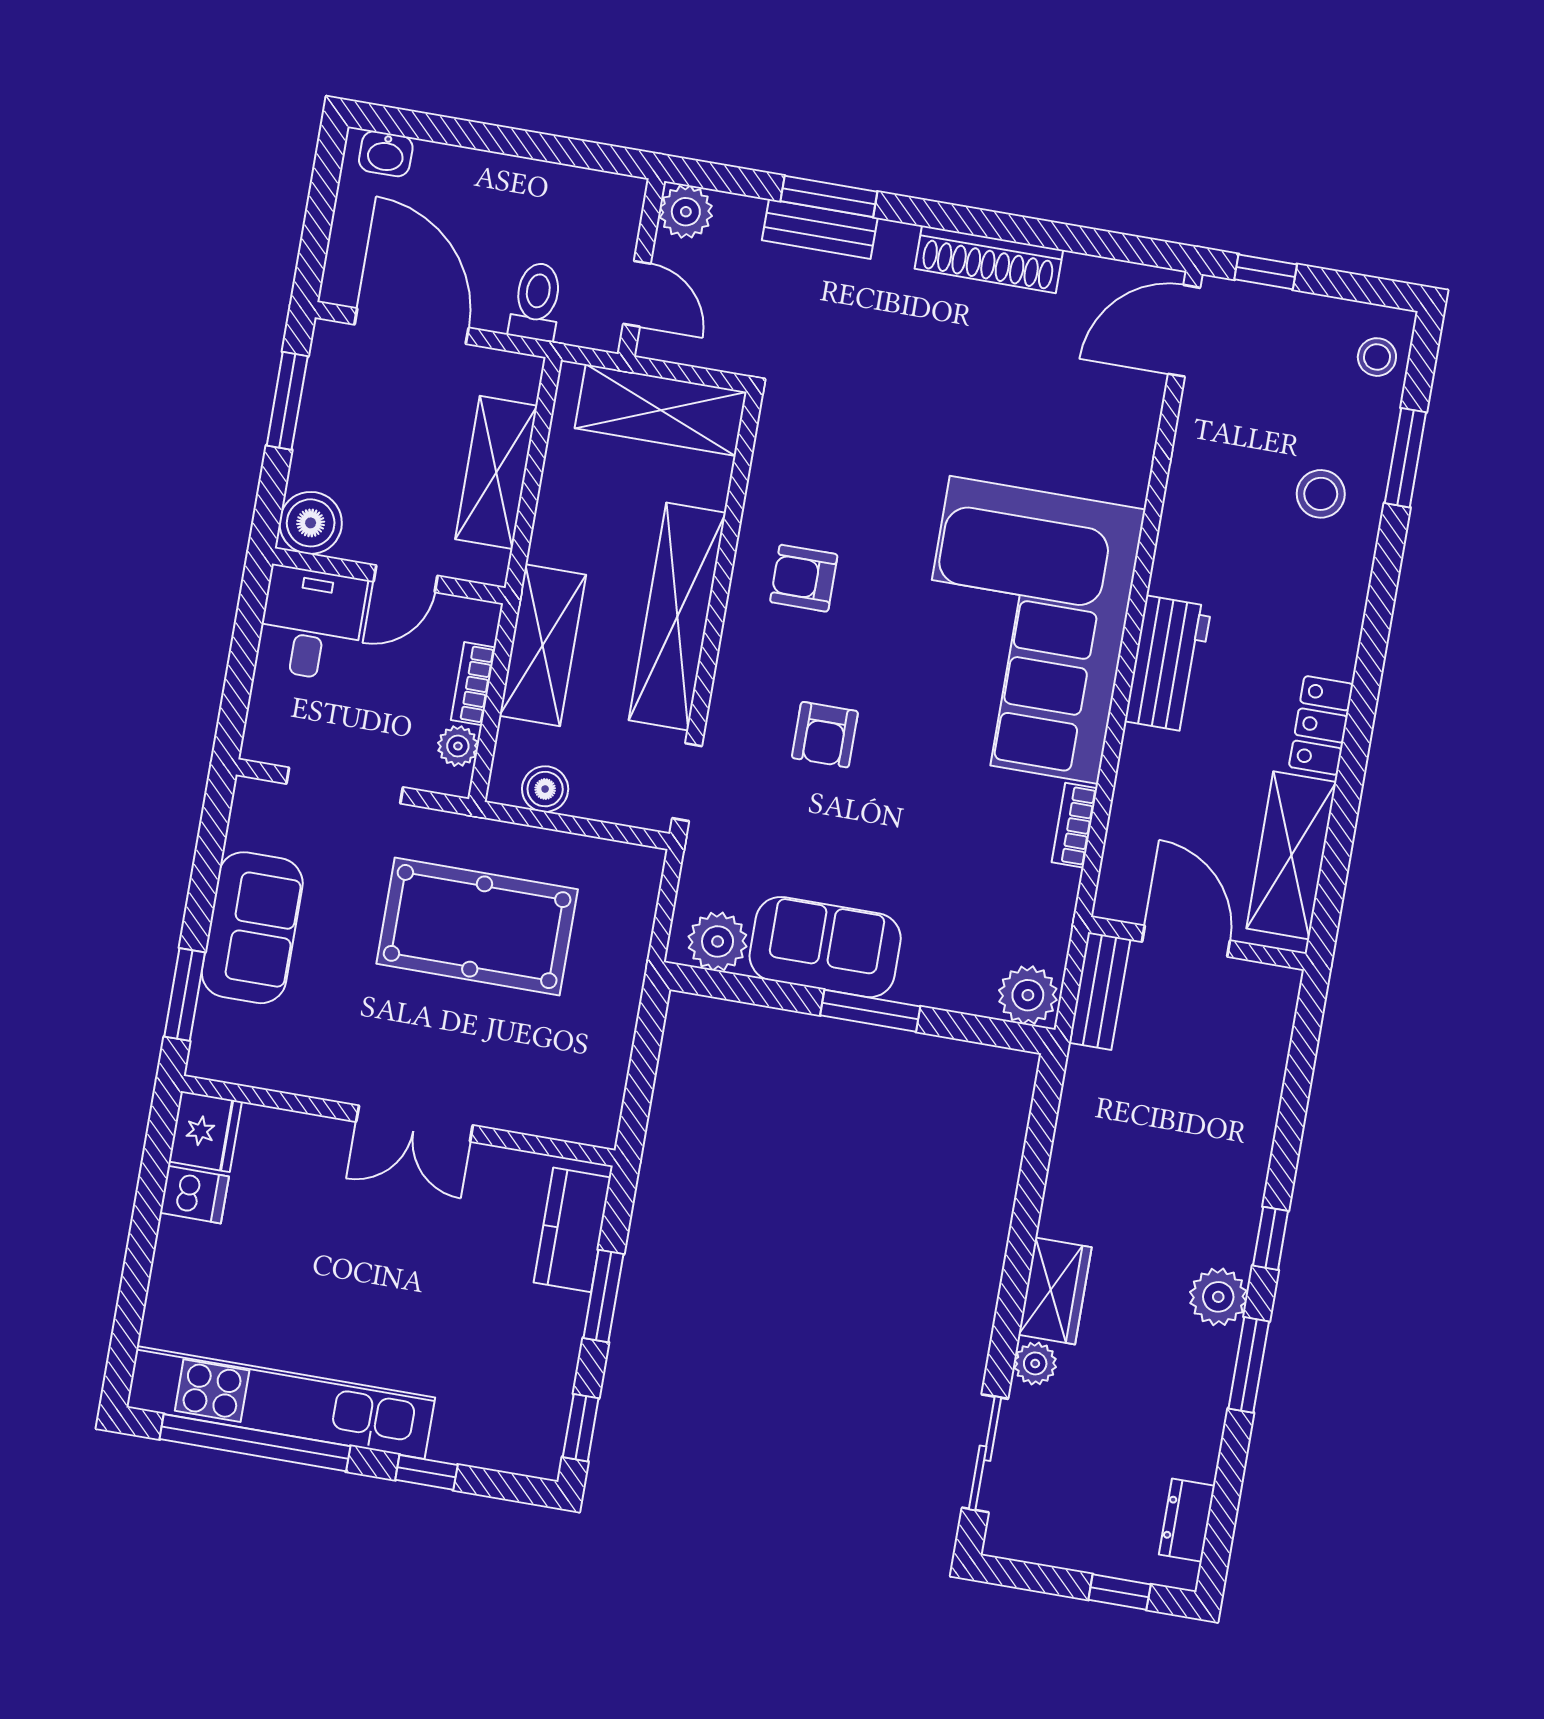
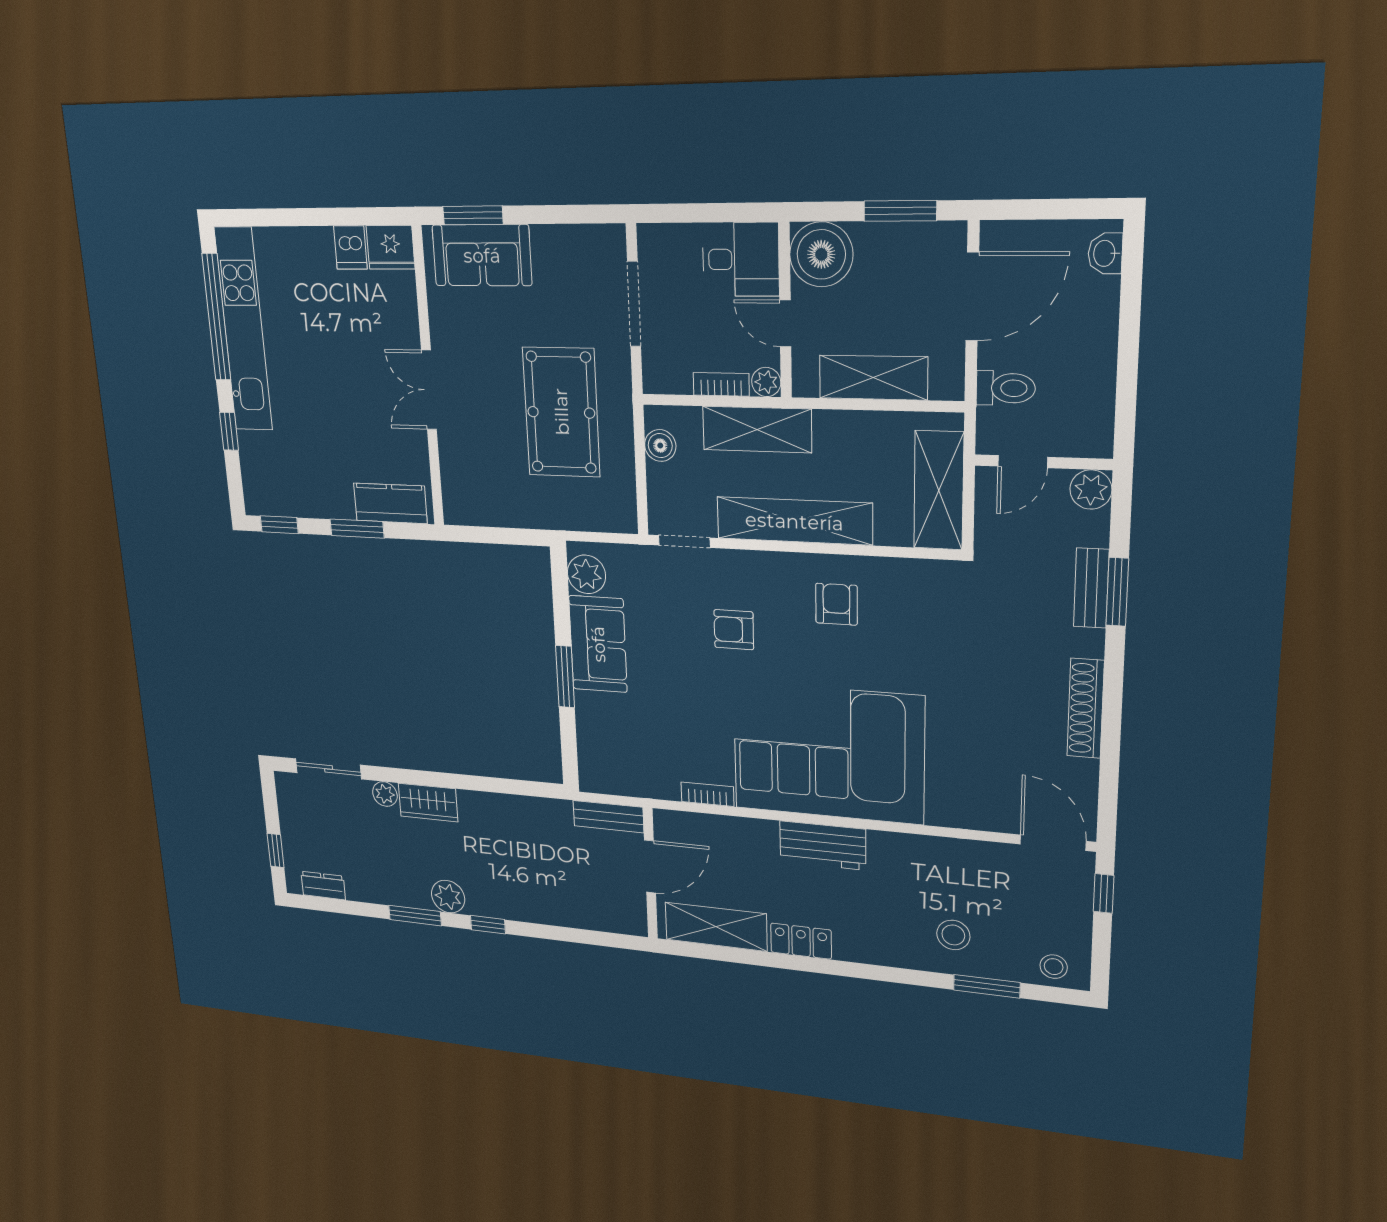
boiler: (311, 523) -> (821, 254), width x1.37, depth x1.37
plant: (458, 746) -> (766, 382), moved
sofa: (252, 928) -> (482, 255), moved
plant: (1028, 995) -> (596, 773), removed

